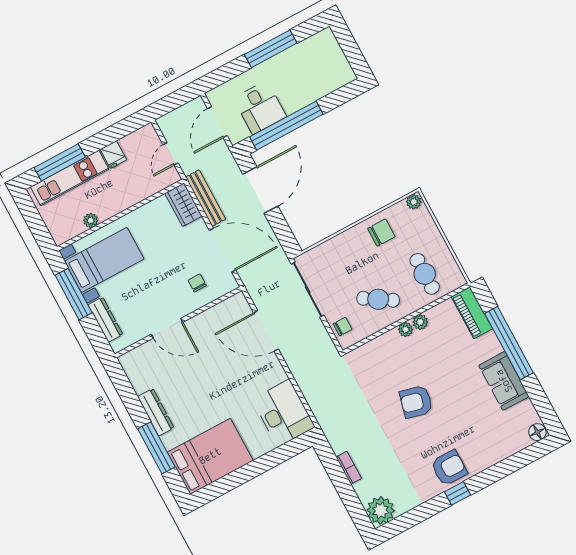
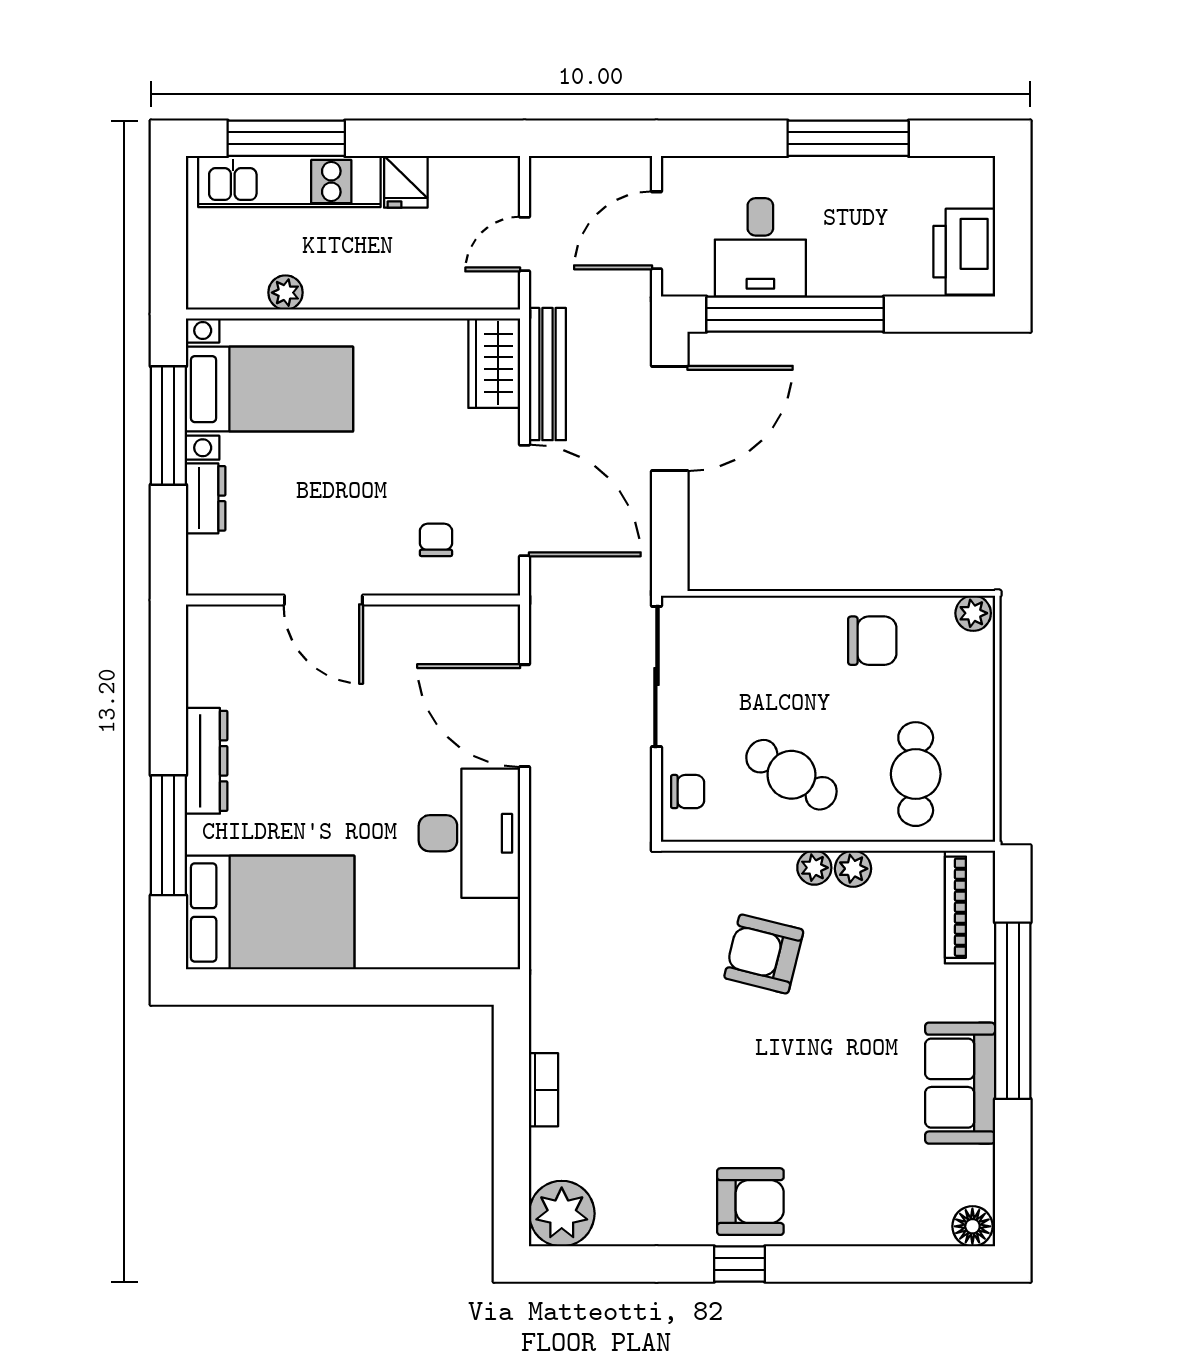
printer: (337, 68) -> (964, 252), added
dresser: (105, 320) -> (206, 498), width x0.70
armchair: (416, 402) -> (764, 954), moved
desk: (284, 413) -> (469, 833), moved

